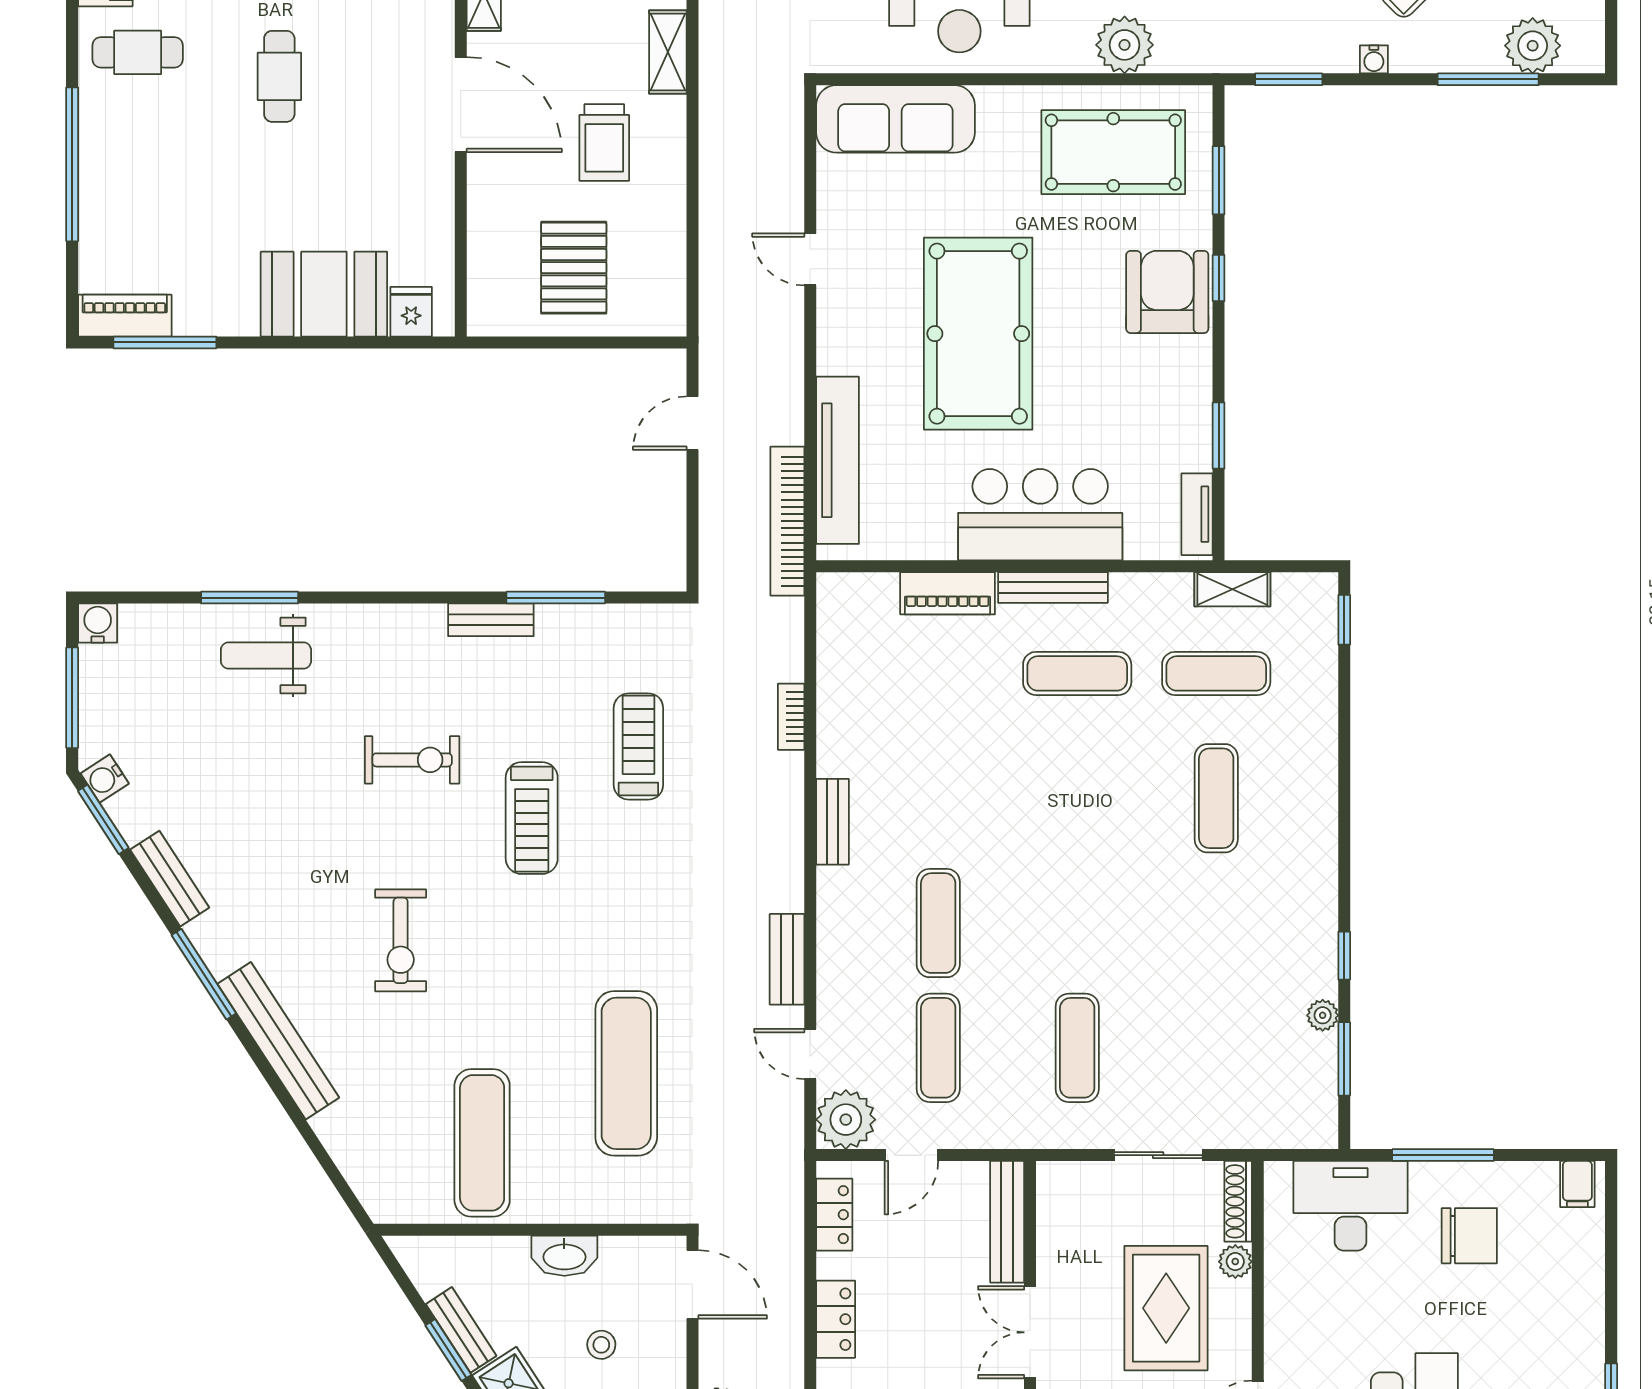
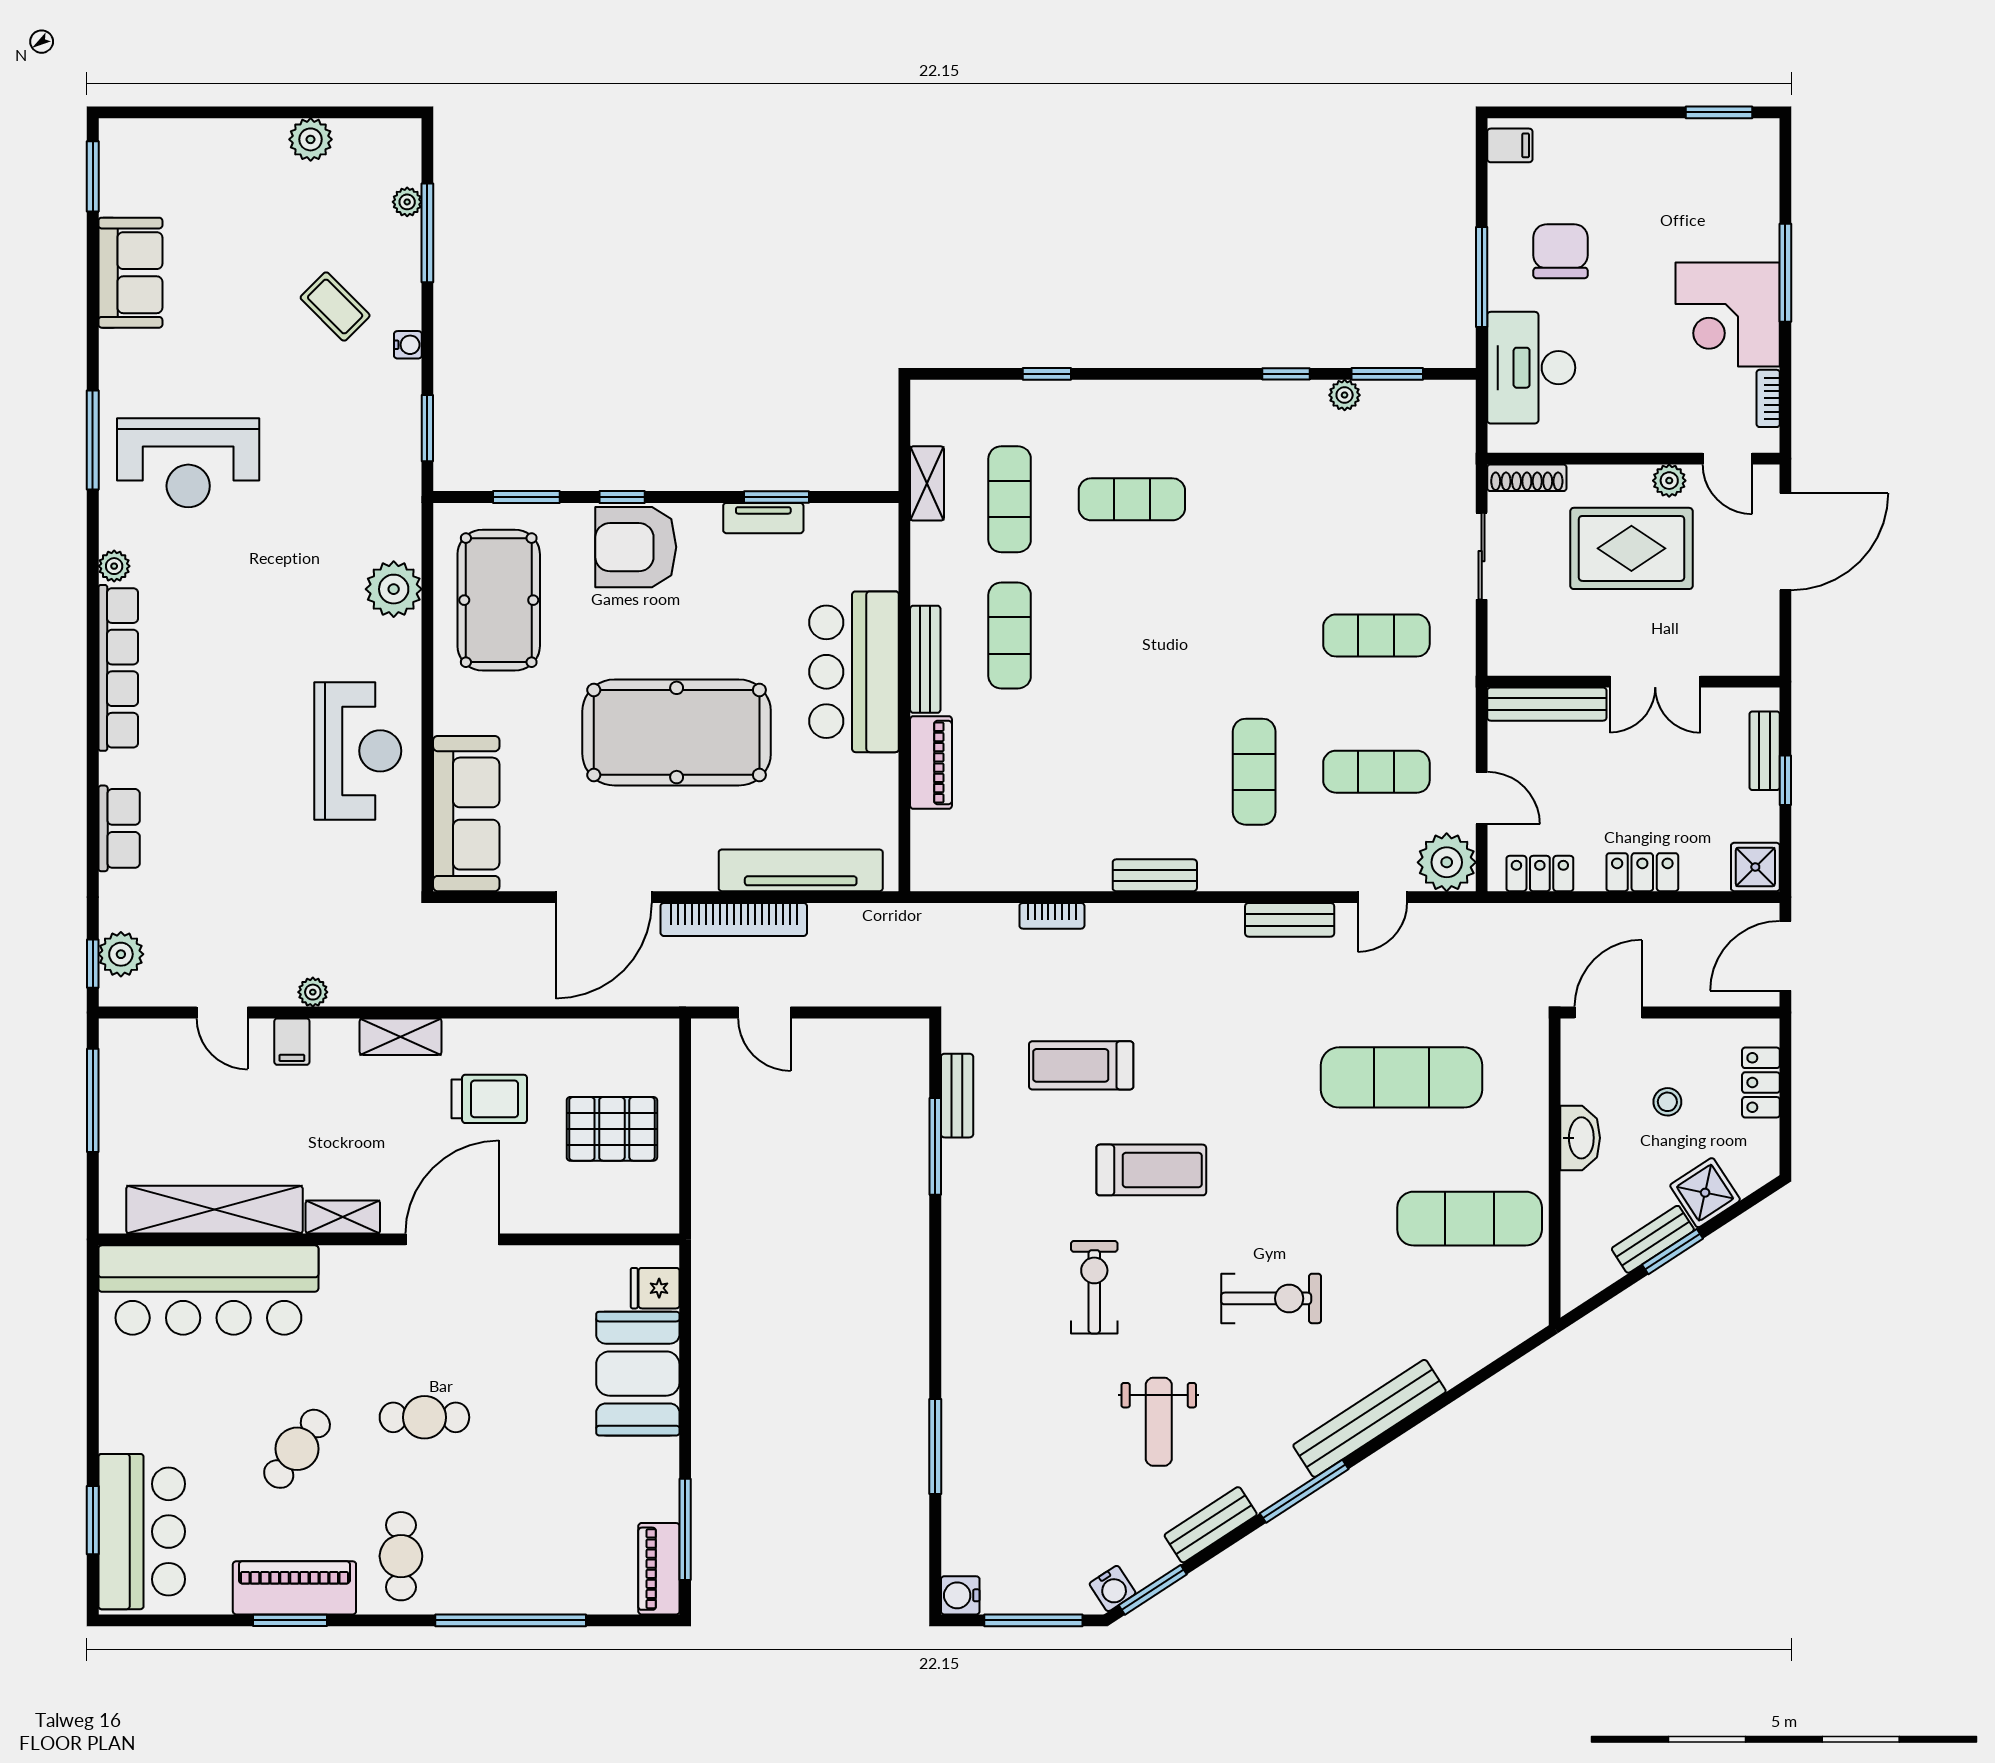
plant: (1533, 46) -> (407, 202), width x0.53, depth x0.53
door: (810, 259) -> (604, 897), width x1.87
tv unit: (1197, 514) -> (763, 518), moved
bookcase: (787, 521) -> (734, 919), moved
bench: (491, 620) -> (957, 1096), moved
window: (1344, 620) -> (1047, 374), moved
weight bench: (266, 656) -> (1159, 1422), moved
exercise mat: (938, 923) -> (1254, 772), turned 90
plant: (1235, 1262) -> (1669, 481), moved

